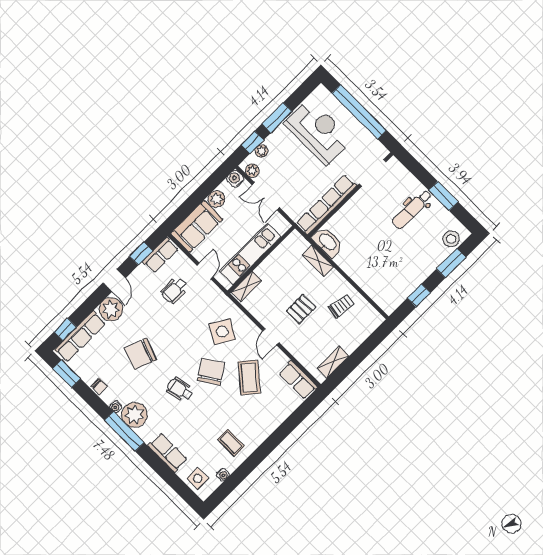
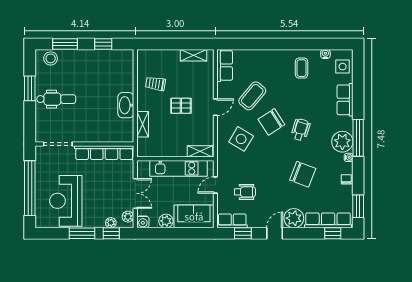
washbasin: (327, 242) -> (126, 105), moved
wheelchair: (180, 390) -> (301, 130), turned -152

